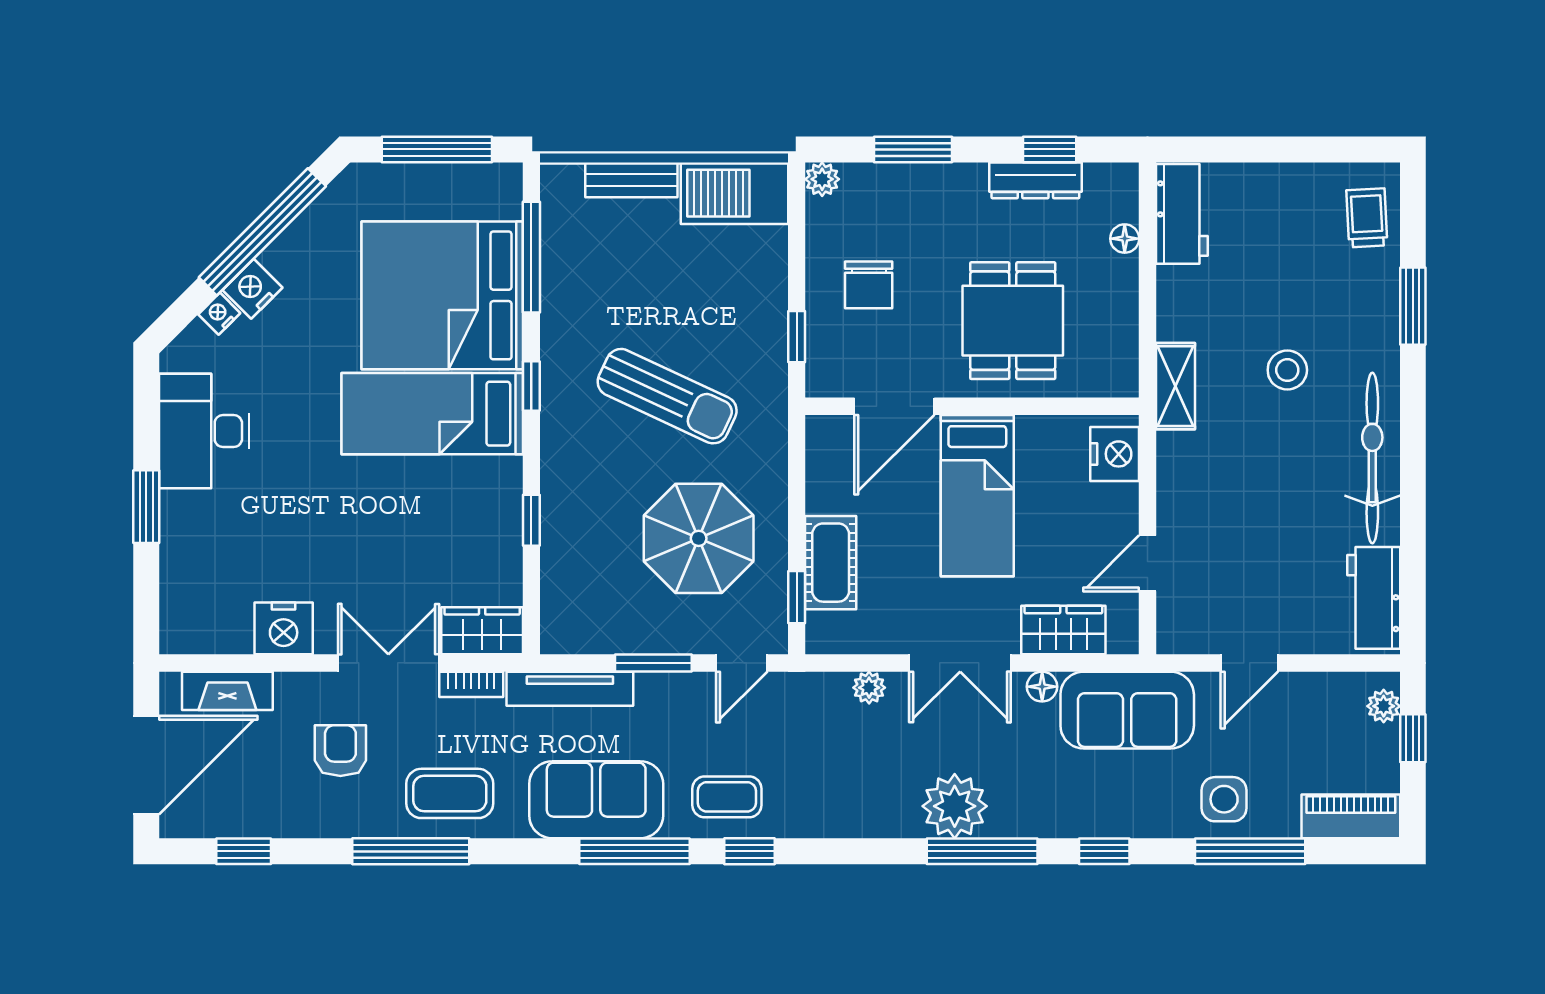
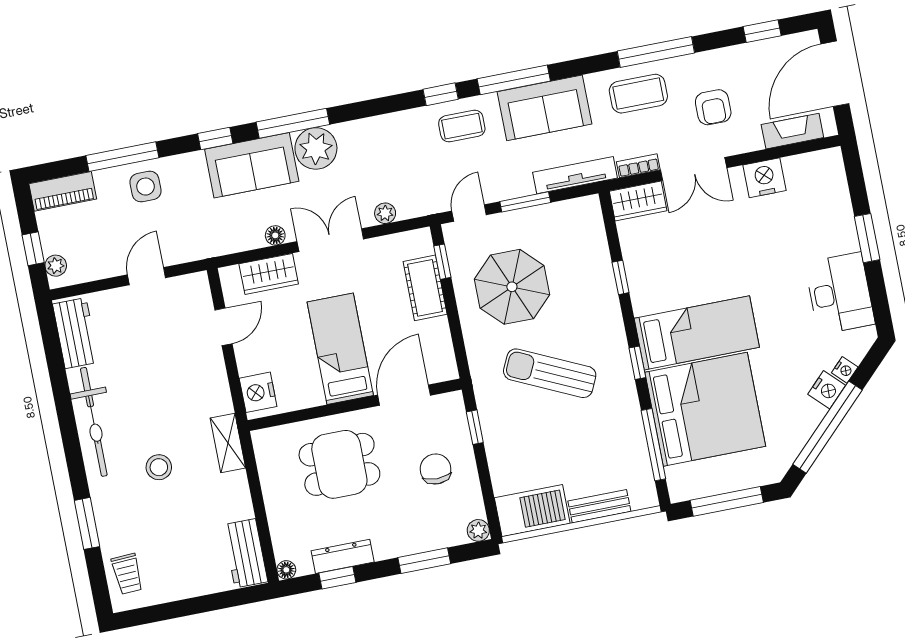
floor lamp: (1125, 239) -> (286, 570), moved
dining table: (1013, 321) -> (339, 464), turned 90
sofa: (1127, 710) -> (252, 165), moved, turned 180

